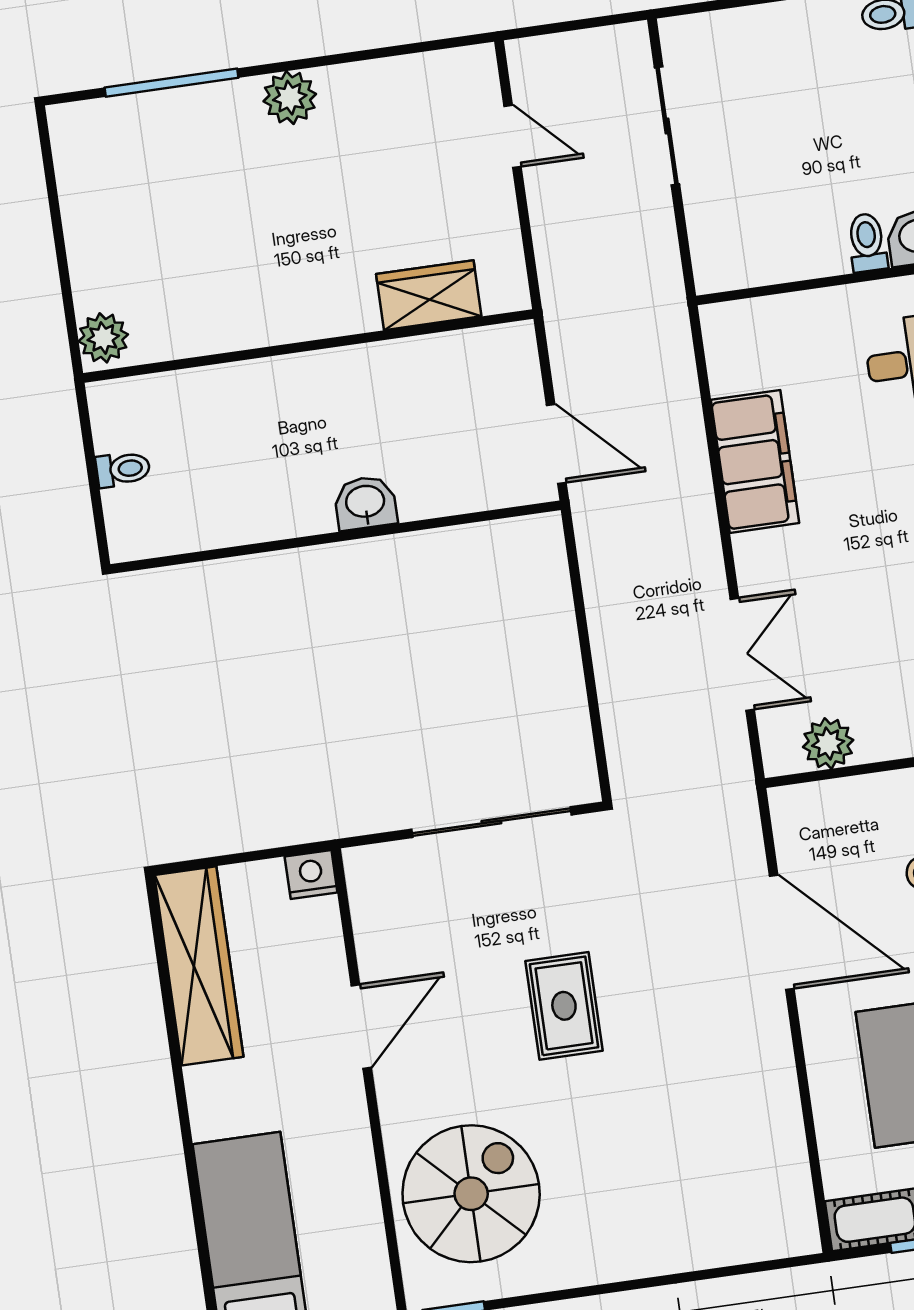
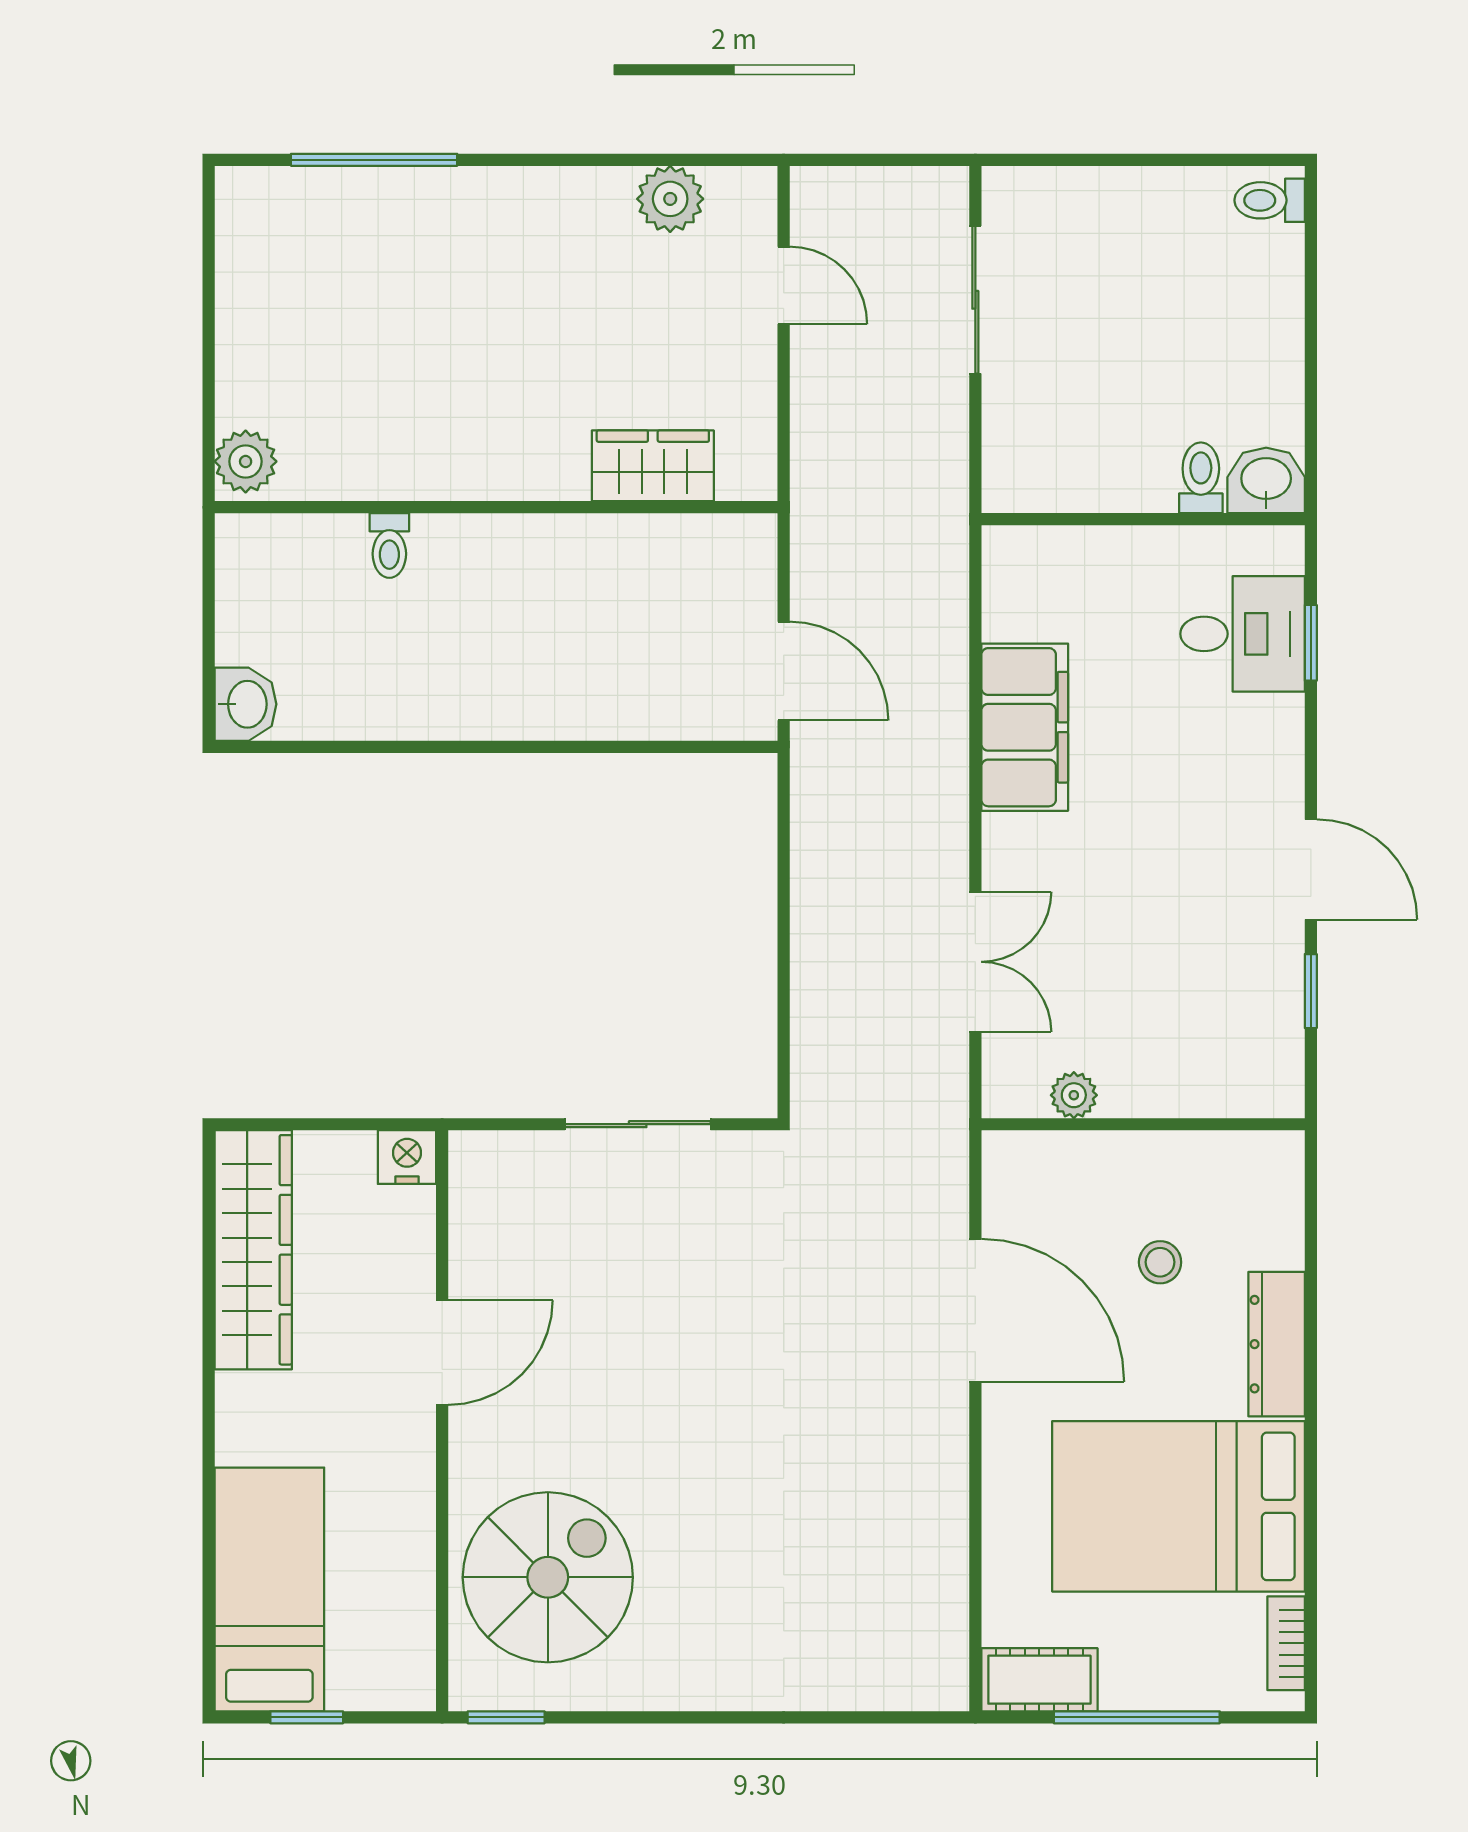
plant: (290, 98) -> (670, 199), moved
toilet: (123, 469) -> (389, 546), moved, turned 90
washbasin: (365, 503) -> (245, 704), moved, turned 90
plant: (828, 743) -> (1074, 1095), width x0.73, depth x0.73
sliding door: (491, 822) -> (638, 1124), width x0.73
rug: (564, 1006) -> (695, 1363), removed

